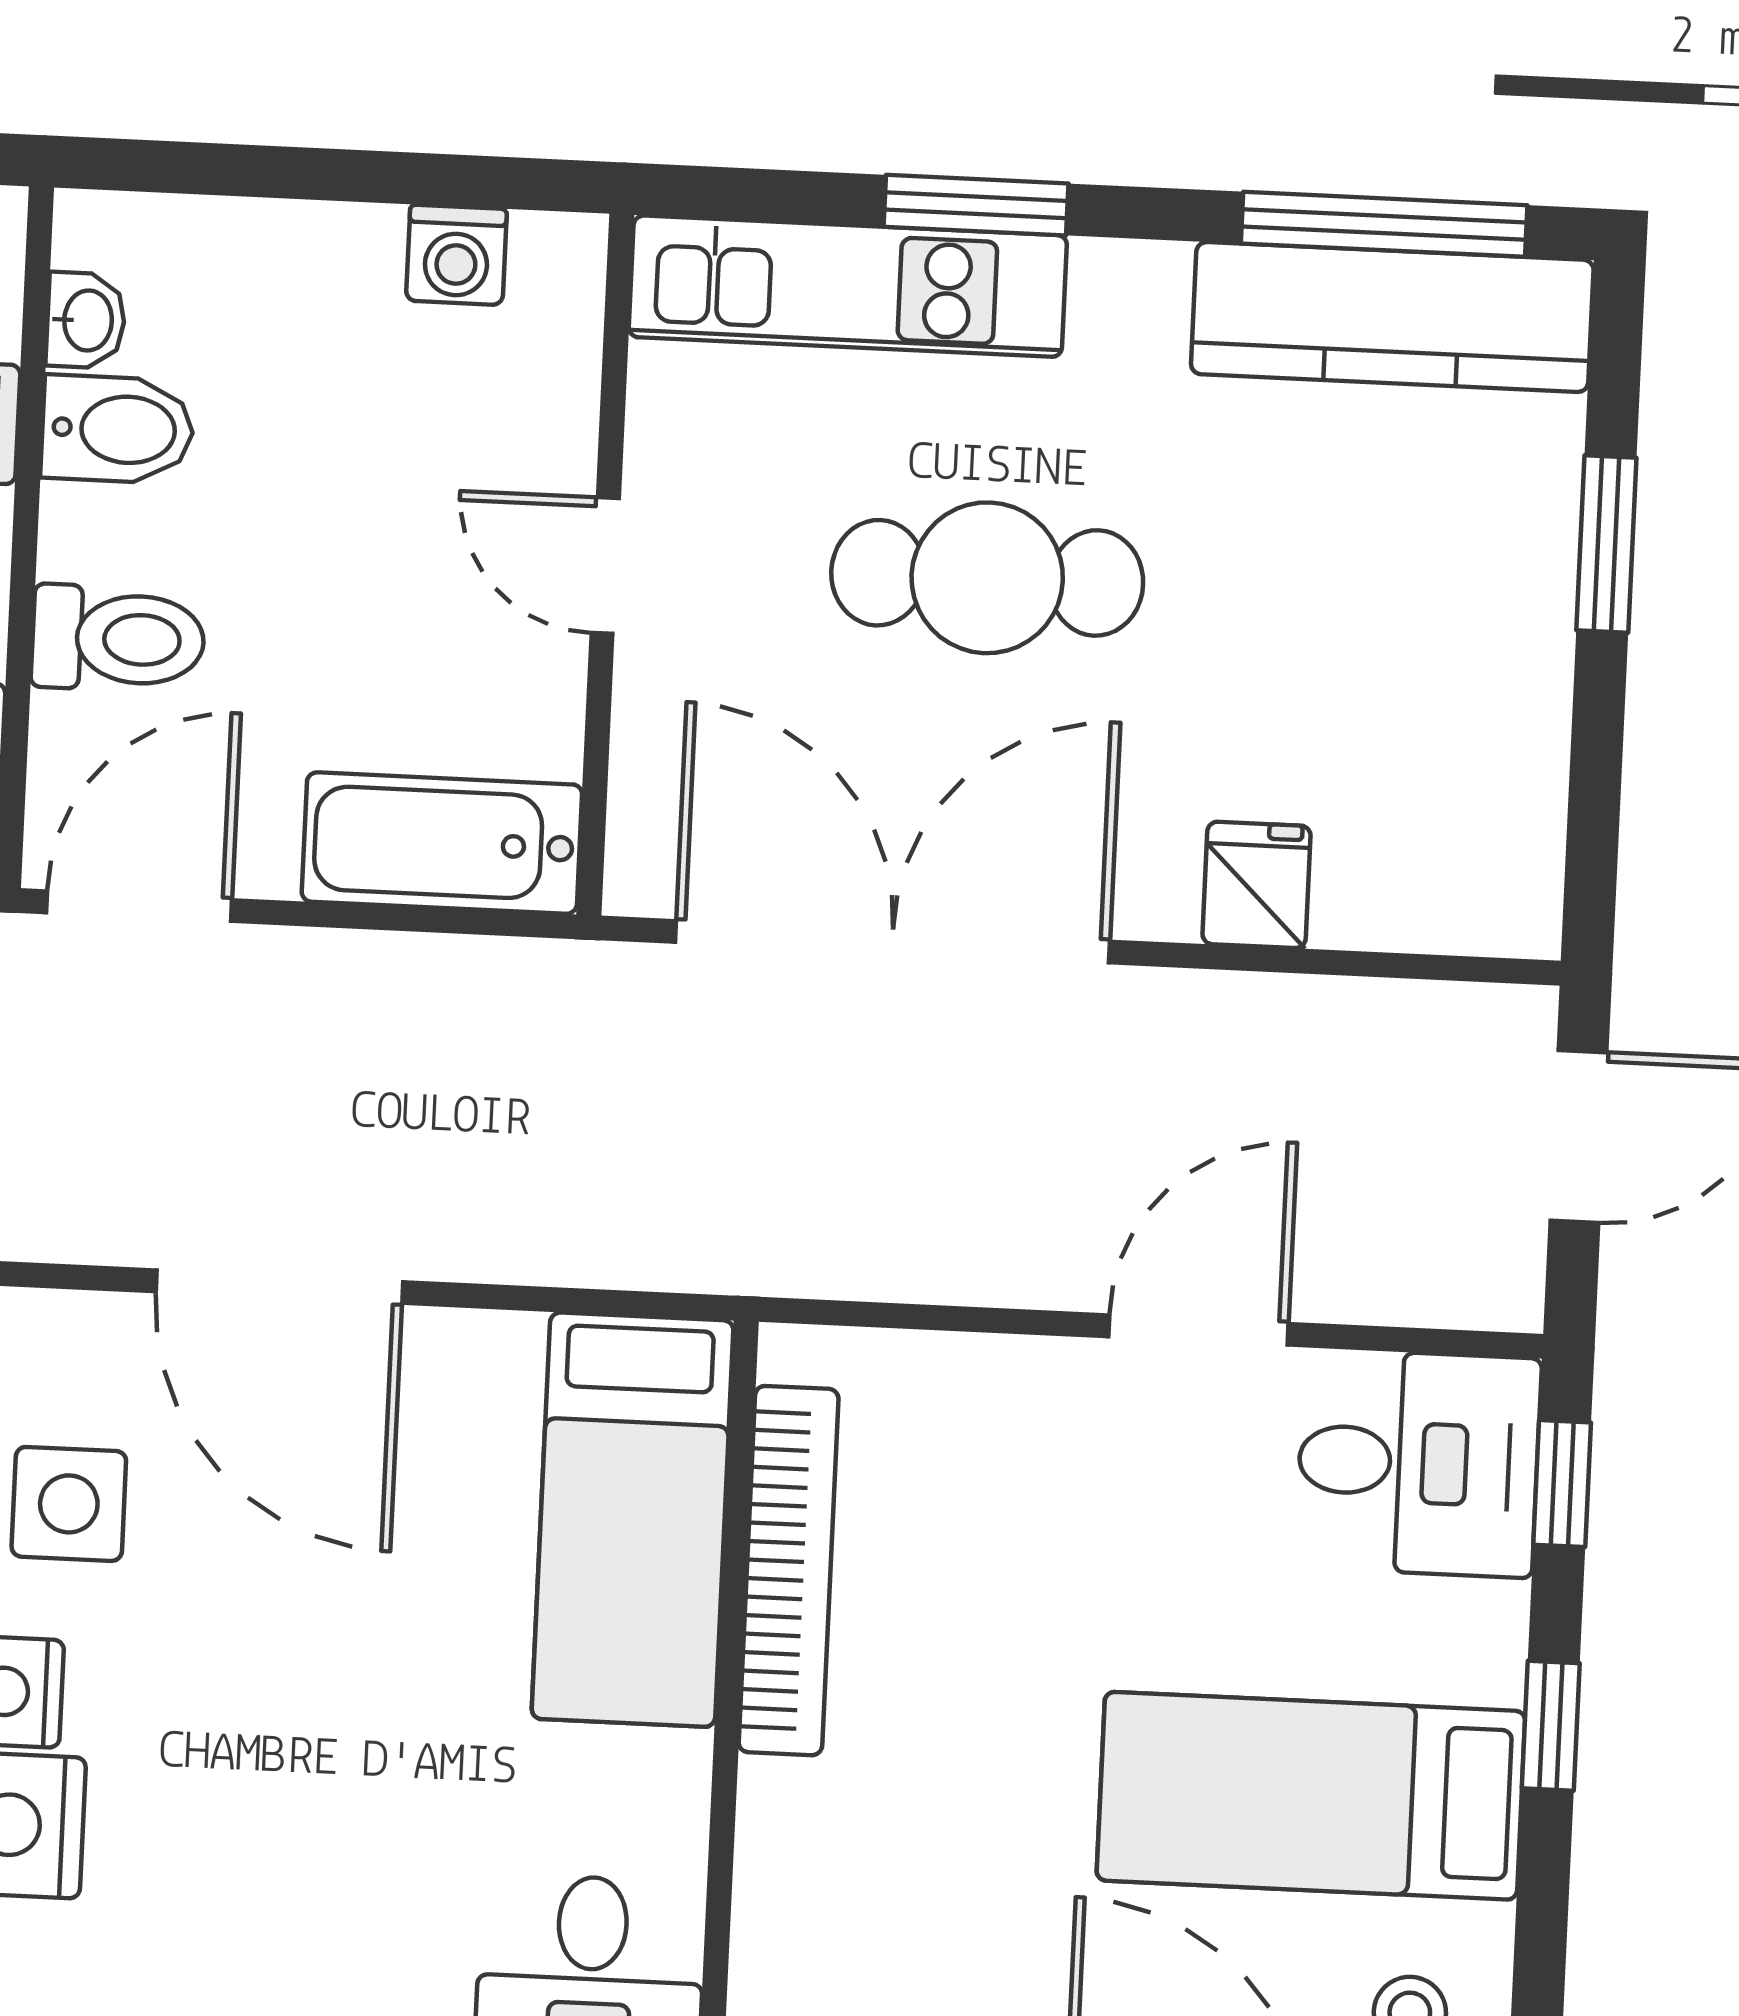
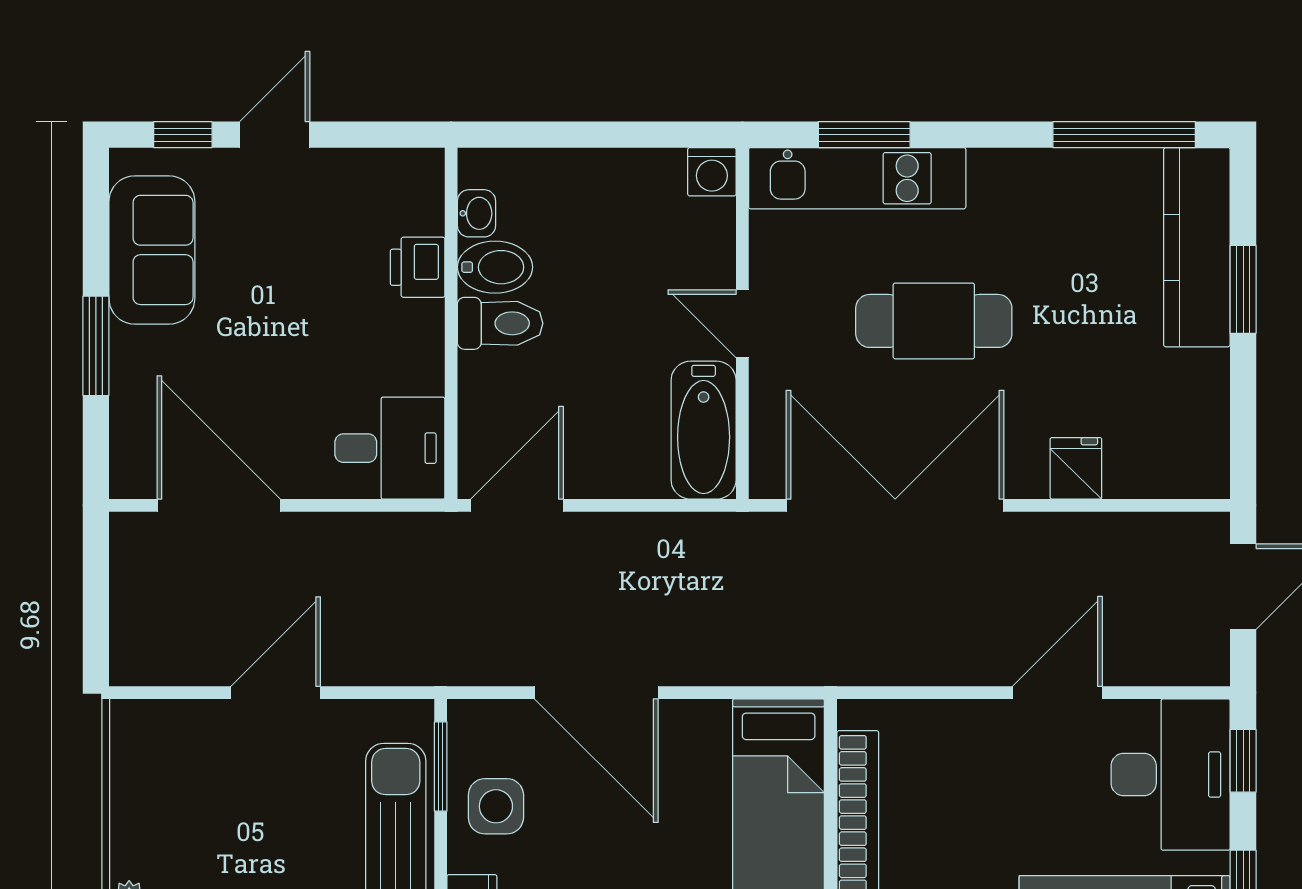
window: (976, 205) -> (864, 135), moved
washing machine: (456, 255) -> (712, 172), moved
kitchen counter: (1392, 317) -> (1197, 247), moved, turned 90
toilet: (118, 639) -> (500, 323), moved
bathtub: (442, 843) -> (704, 430), moved, turned -90
desk: (1418, 1463) -> (1171, 775), width x1.37

